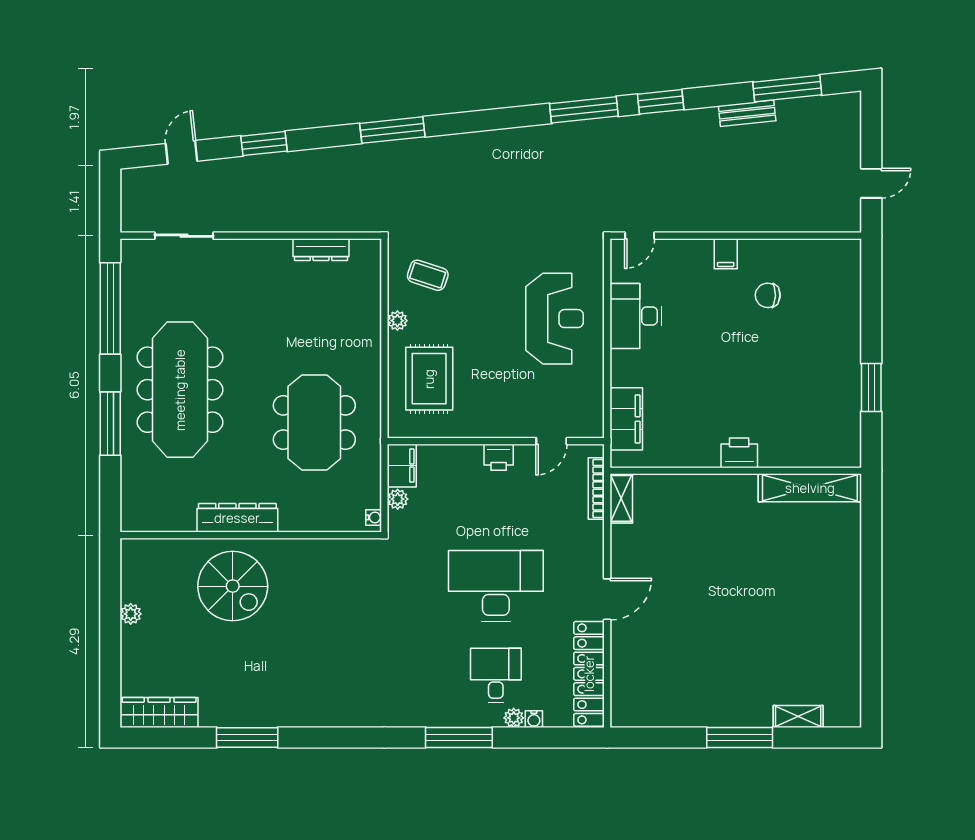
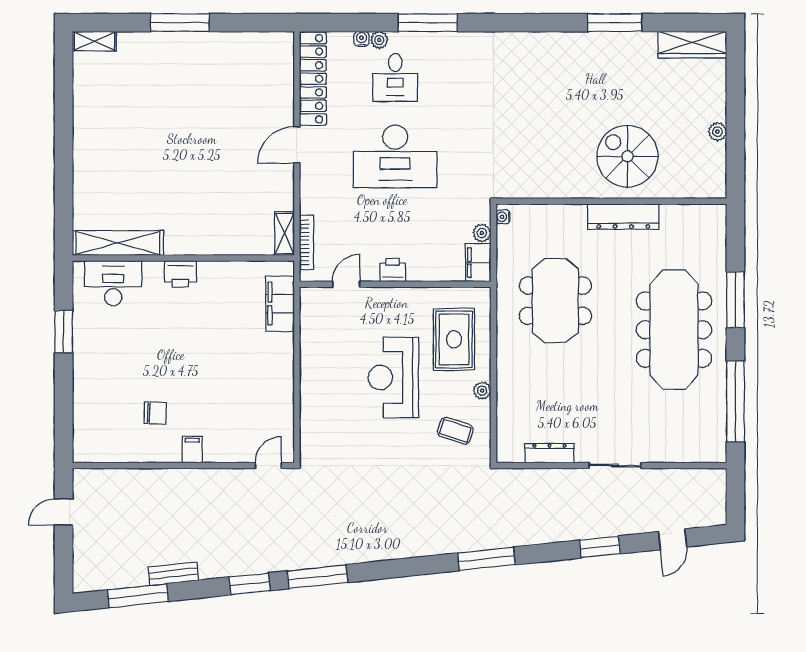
sliding door: (184, 236) -> (615, 466), moved
desk: (636, 316) -> (113, 283), moved, turned -90
reception desk: (555, 319) -> (393, 378), moved
shelving: (798, 716) -> (94, 41), moved

